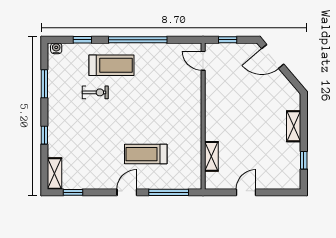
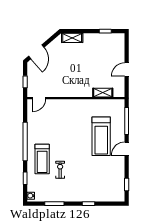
treadmill: (111, 65) -> (42, 159), turned 180
shelving: (294, 126) -> (72, 38), moved
treadmill: (146, 154) -> (101, 136), width x1.37, depth x1.38
shelving: (55, 173) -> (114, 197), removed
door: (127, 192) -> (127, 149), hinge flipped
door: (246, 192) -> (127, 70), hinge flipped

